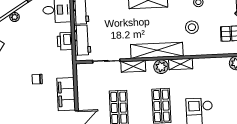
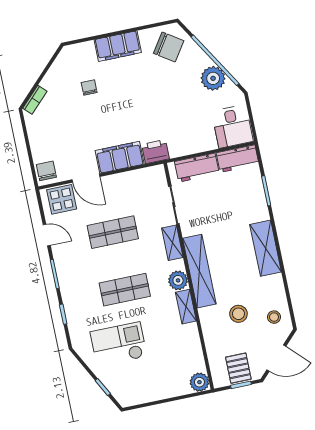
plant: (15, 17) -> (213, 78), width x1.88, depth x1.88
printer: (65, 41) -> (155, 152), moved
chair: (37, 79) -> (89, 88), moved

